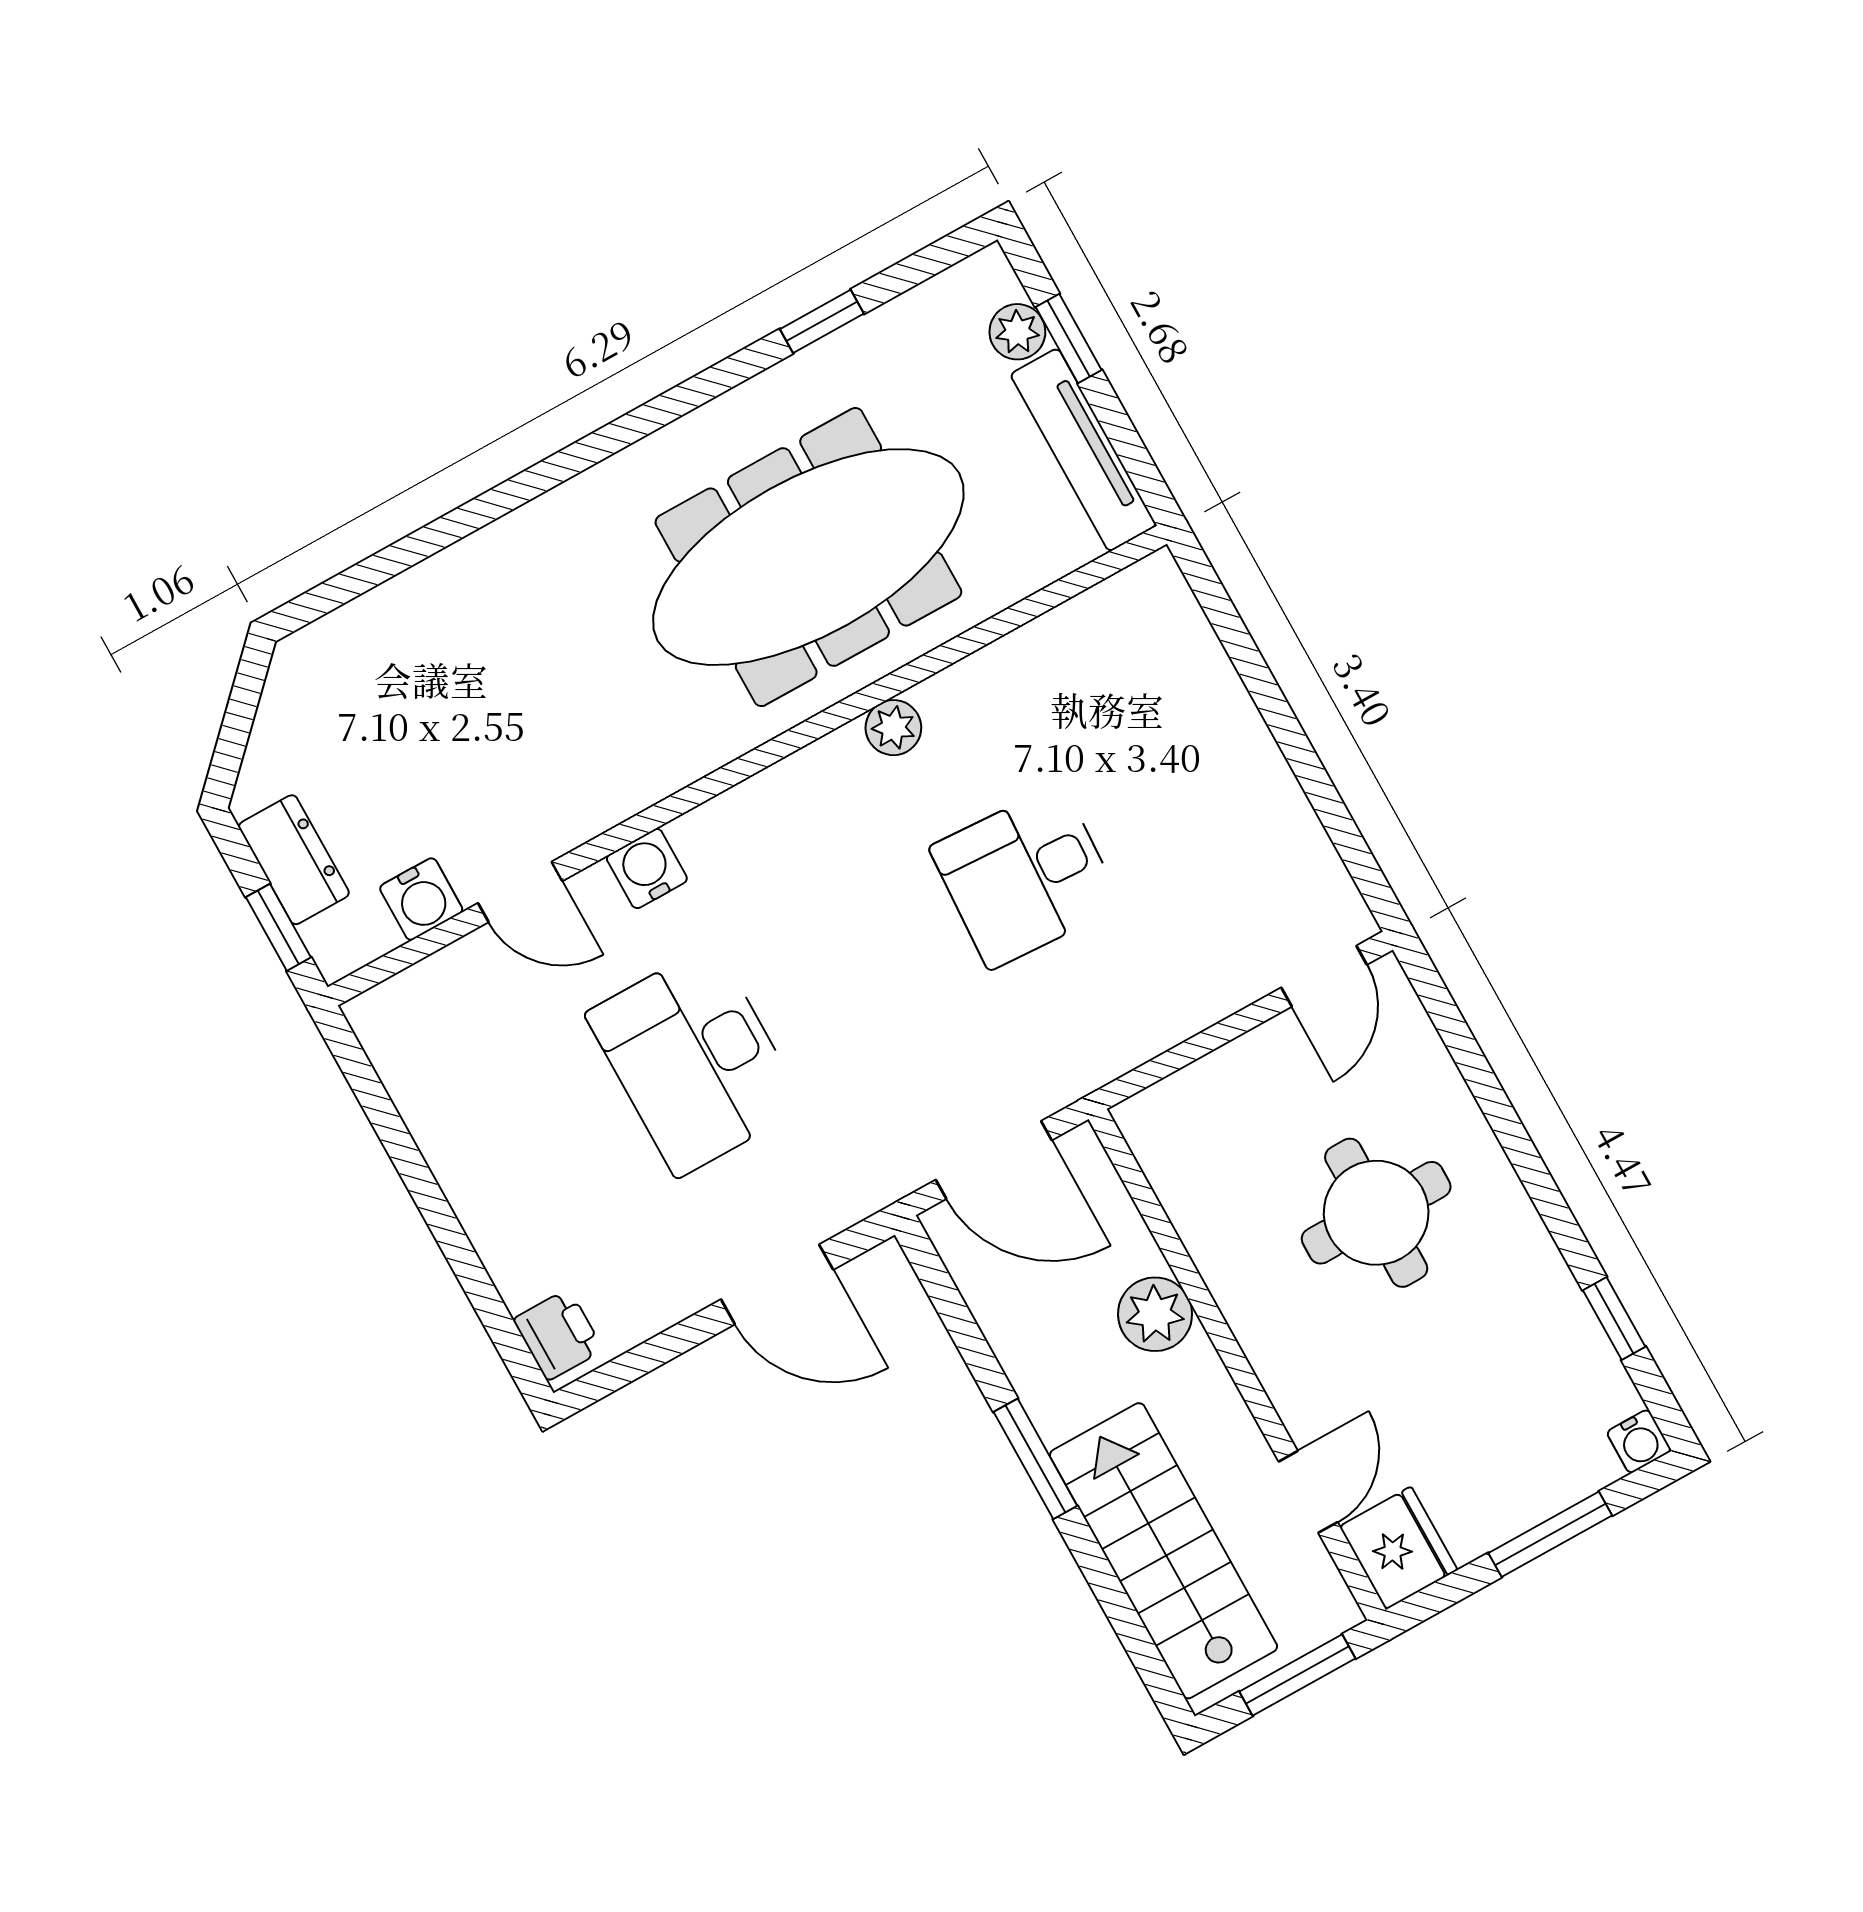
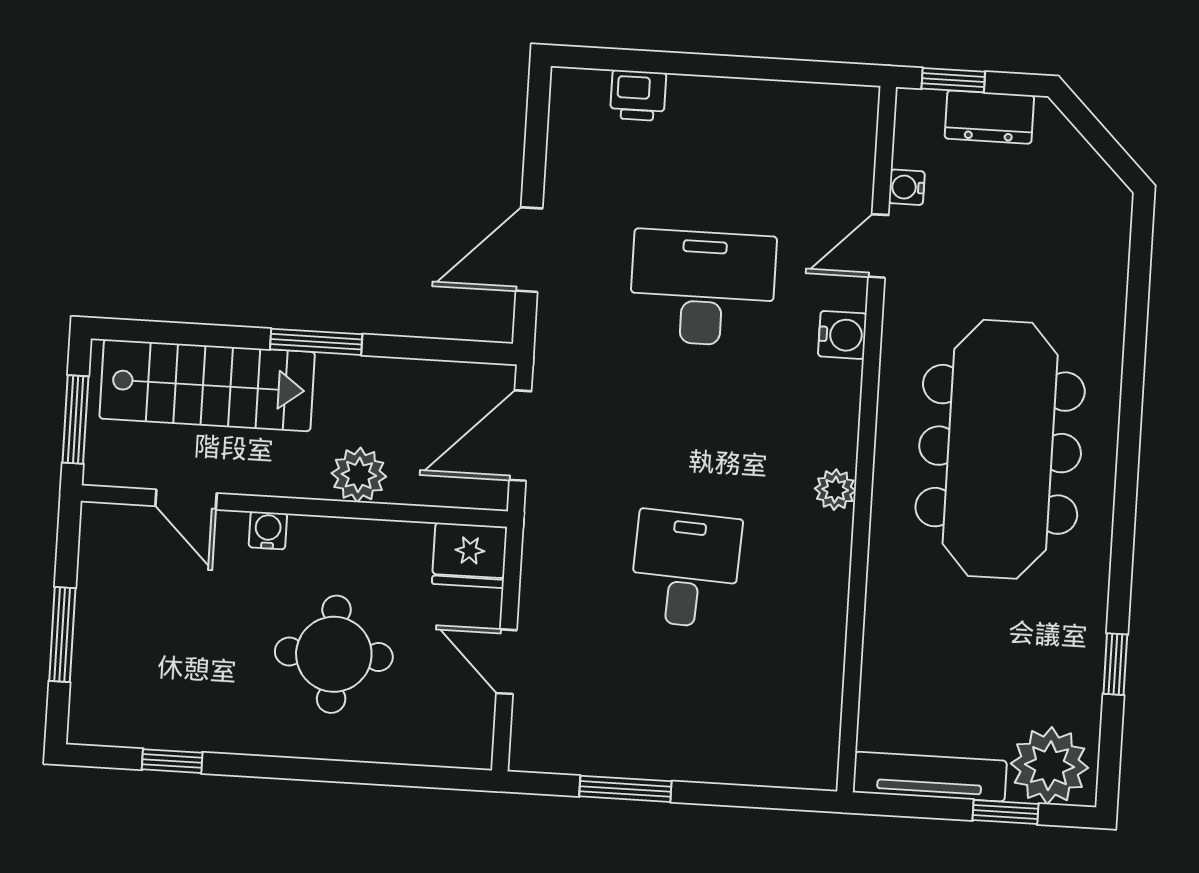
plant: (1017, 332) -> (1050, 766), width x1.88, depth x1.88
meeting table: (808, 557) -> (1000, 449), moved
plant: (893, 728) -> (835, 490), moved
window: (1317, 785) -> (625, 789), added
water cooler: (421, 899) -> (907, 187), width x0.72, depth x0.72
door: (1324, 976) -> (506, 662), moved
printer: (558, 1335) -> (638, 95), moved
water cooler: (1639, 1441) -> (268, 530), moved, turned 90
fridge: (1398, 1548) -> (469, 555), moved

